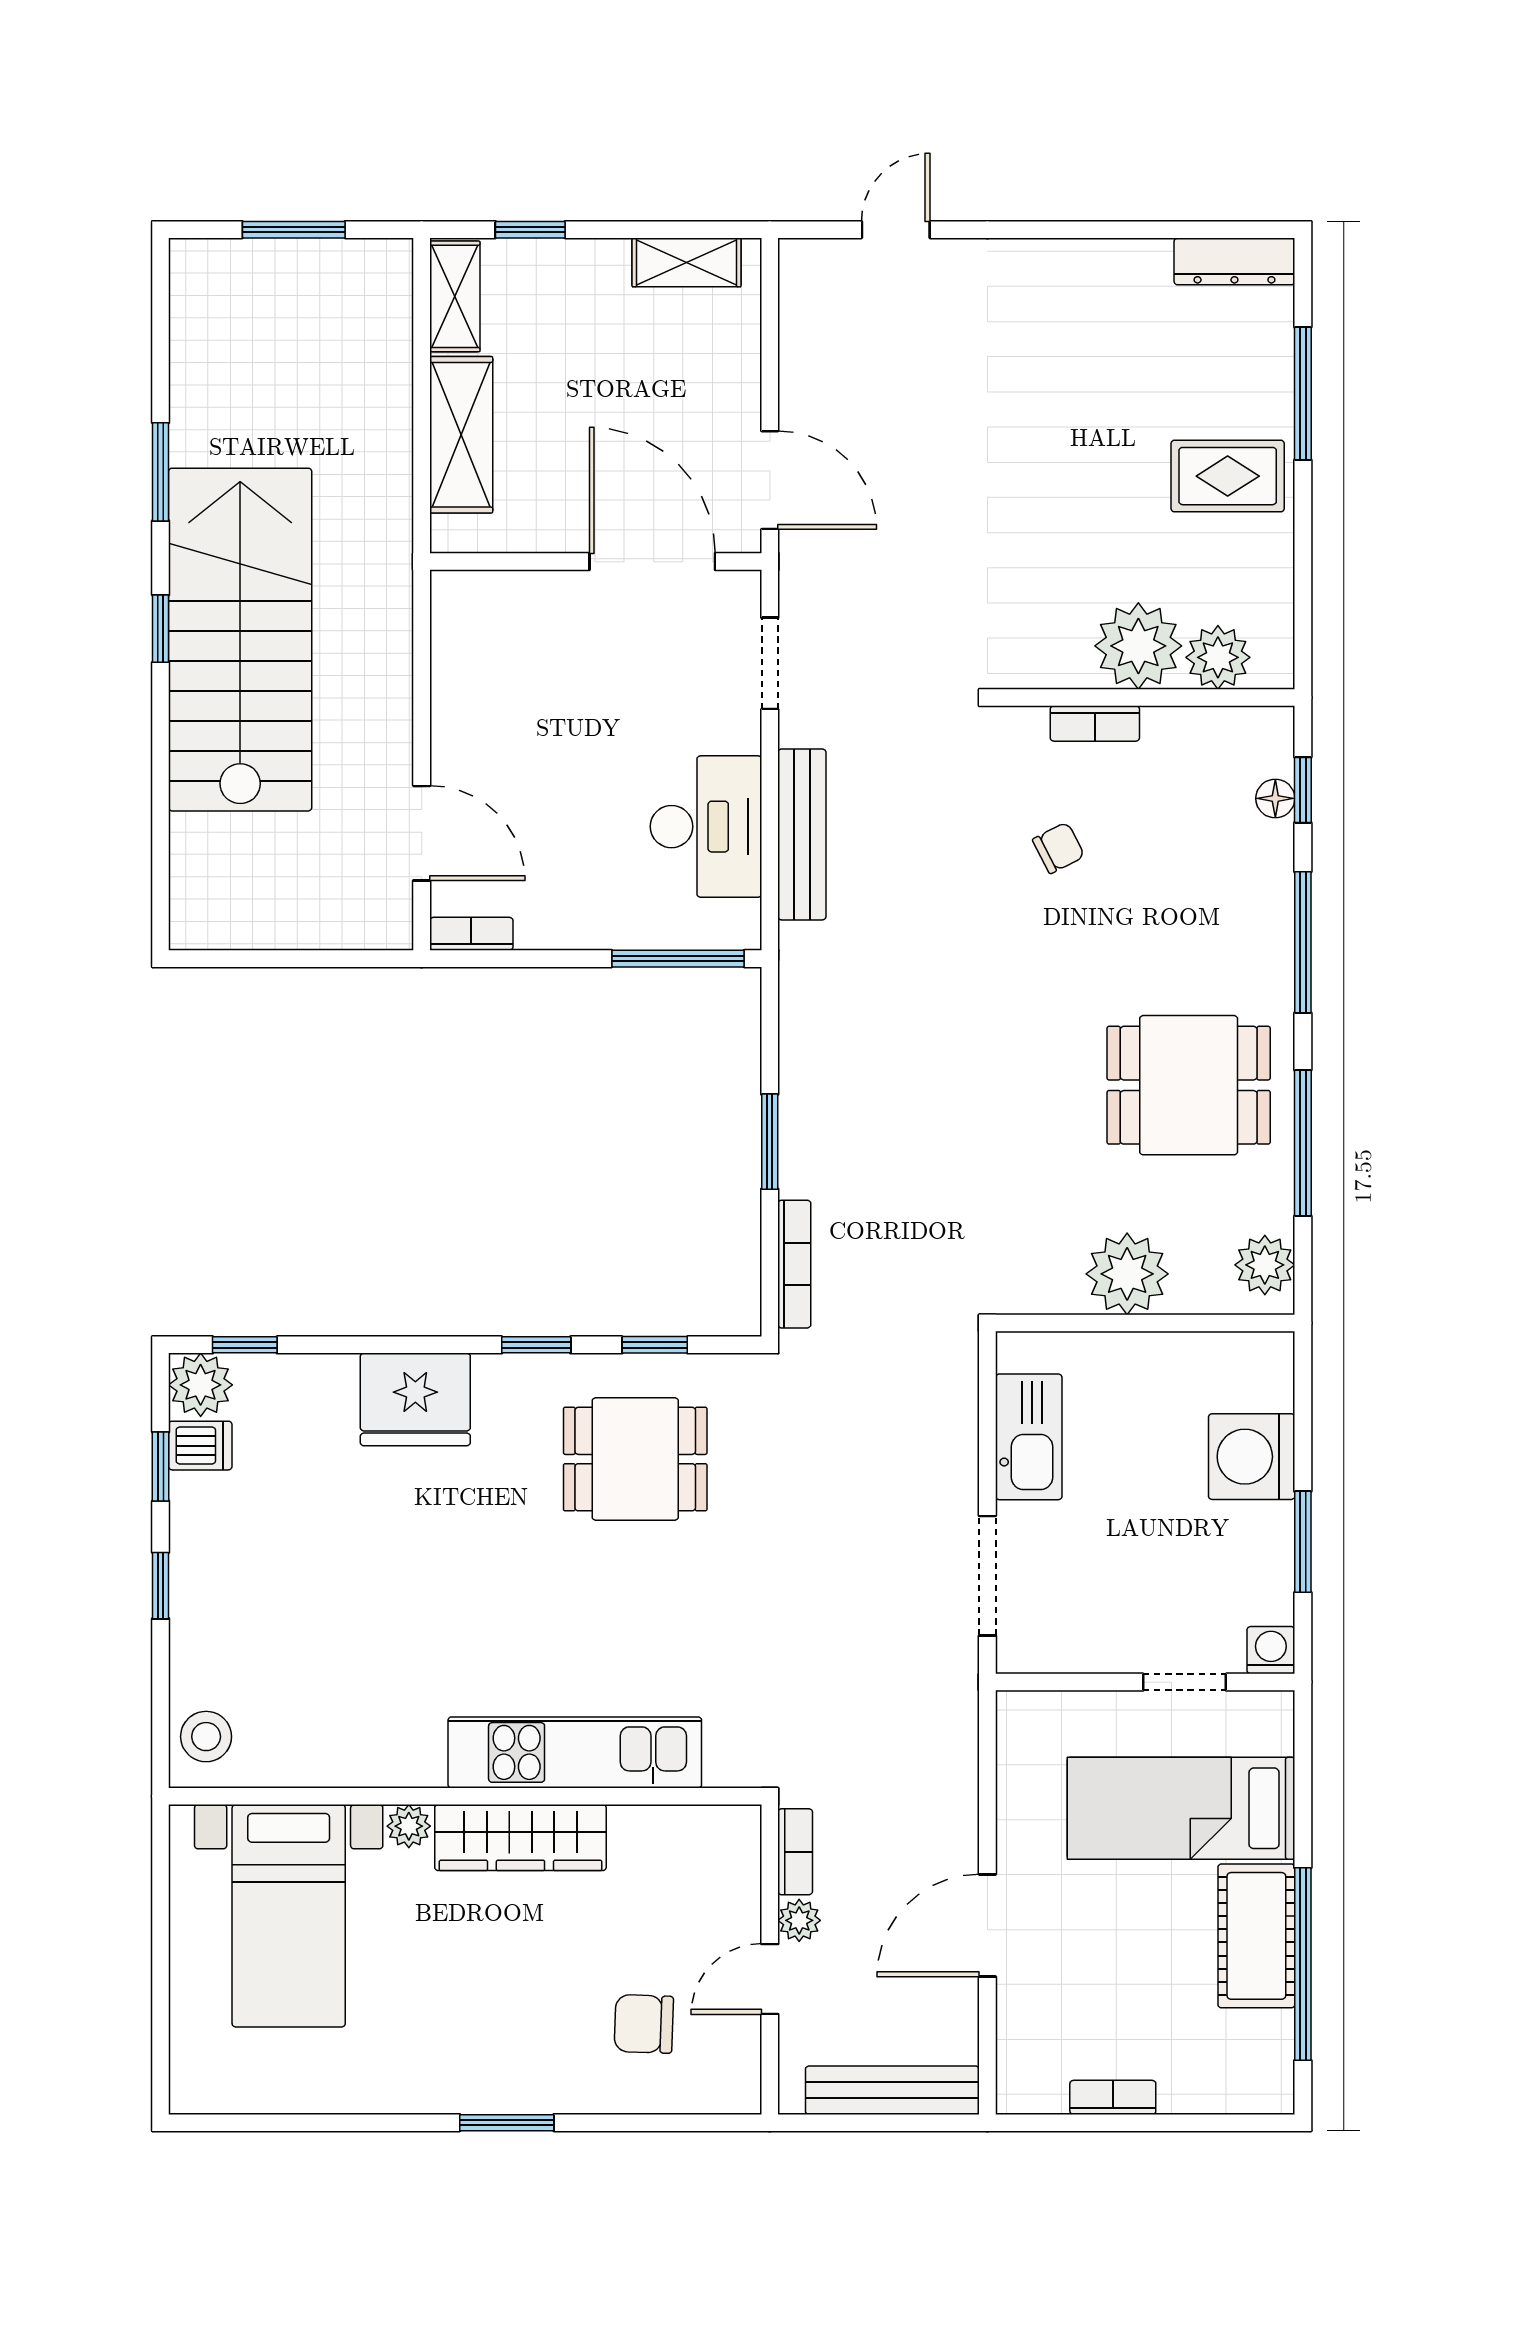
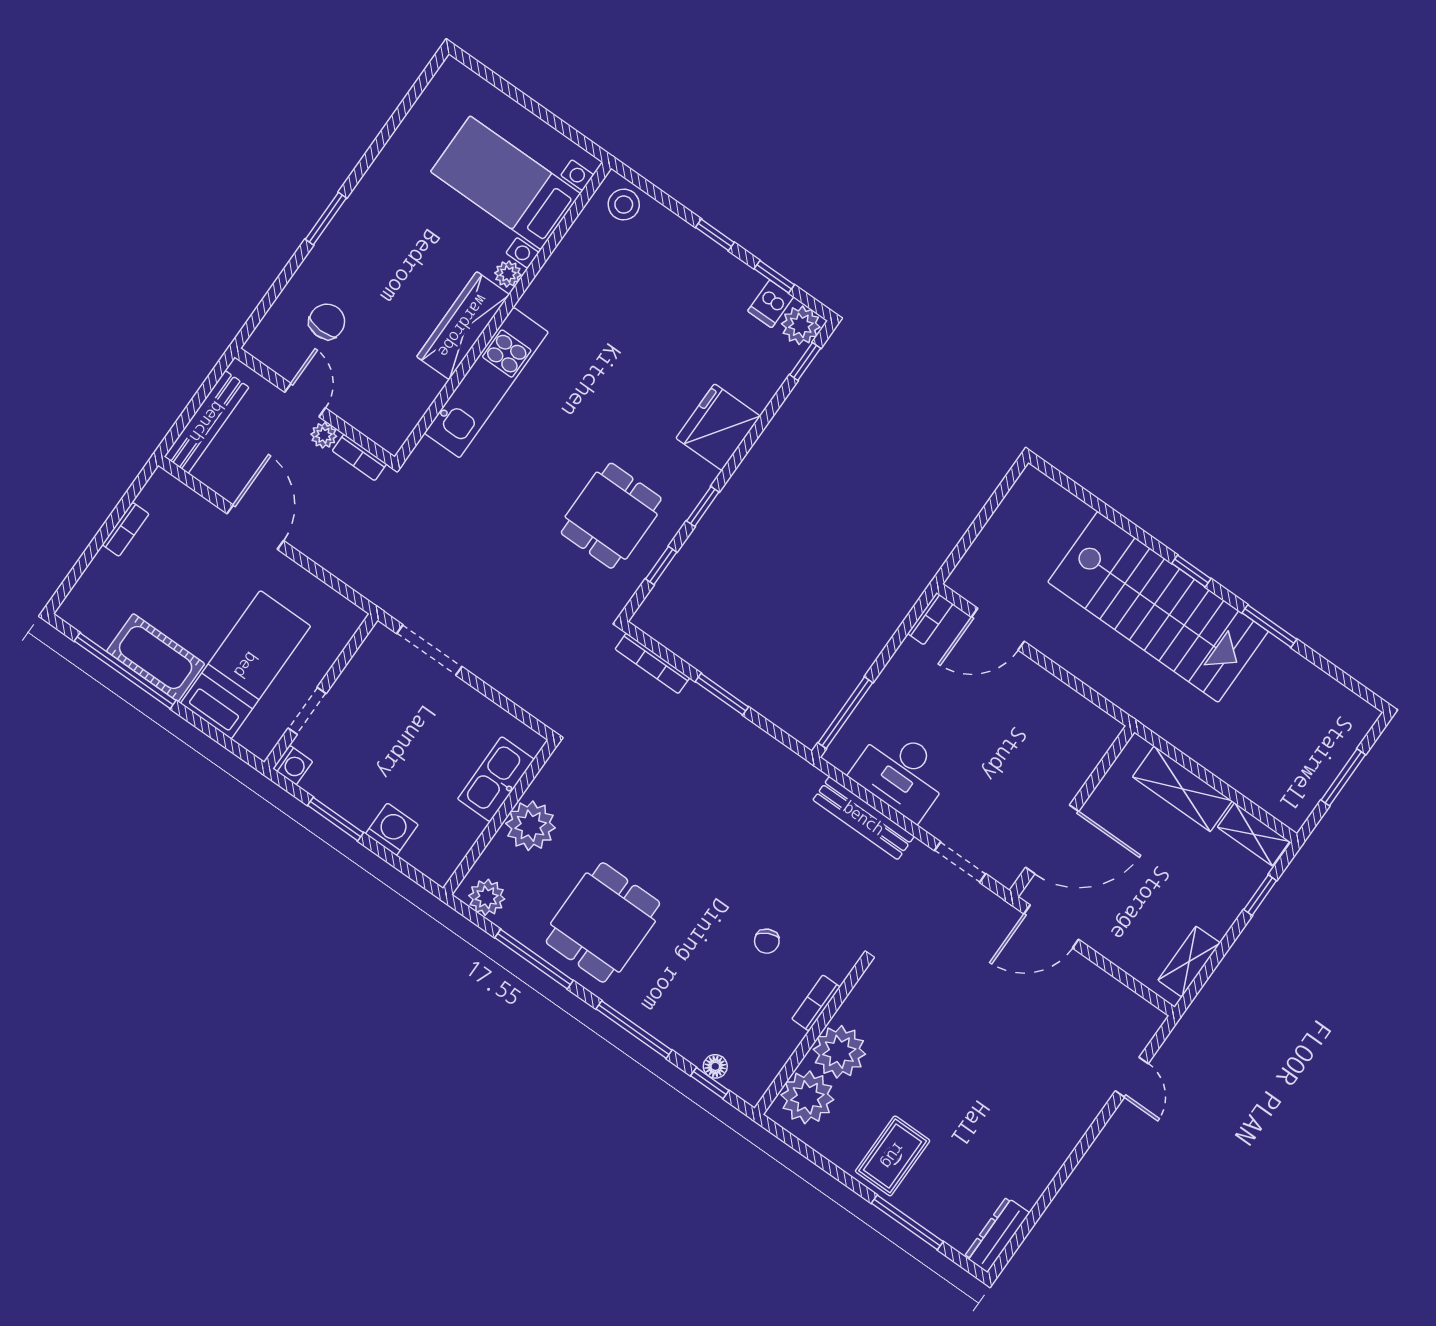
plant: (1218, 657) -> (807, 1097), width x1.36, depth x1.36
kitchen sink: (1029, 1437) -> (496, 779), moved, turned 90
washing machine: (1252, 1457) -> (392, 829), width x0.73, depth x0.73

